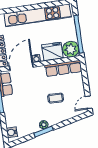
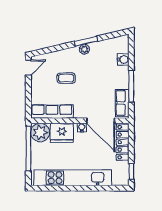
door: (21, 67) -> (101, 121), hinge flipped
water cooler: (12, 132) -> (123, 60), moved

